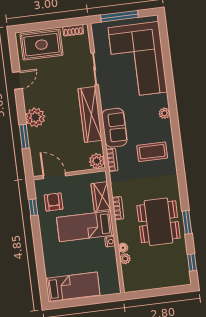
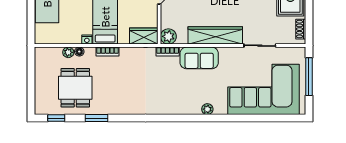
coffee table: (152, 152) -> (171, 92), removed
wardrobe: (101, 197) -> (144, 36), moved
bookcase: (118, 208) -> (108, 52), moved
dining table: (159, 222) -> (75, 88), moved, width x0.73

